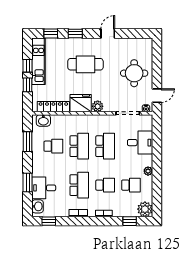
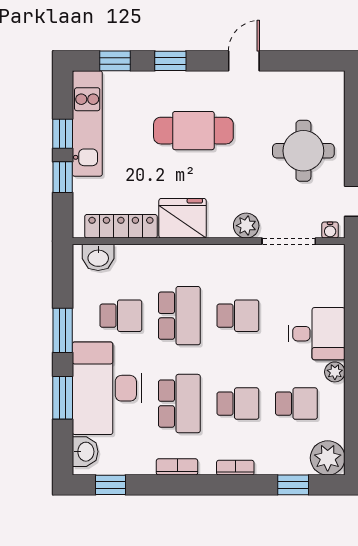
plant: (98, 106) -> (246, 226), moved
window: (28, 142) -> (63, 330), moved
desk: (140, 143) -> (317, 334), moved
school desk: (105, 146) -> (238, 316), width x0.54
desk: (44, 188) -> (107, 388), width x1.87, depth x1.30

